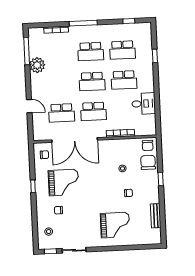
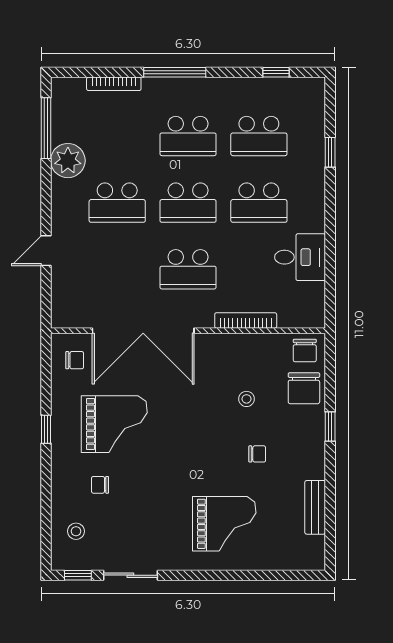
door: (29, 106) -> (46, 251), swing flipped
school desk: (62, 113) -> (117, 203), moved
chair: (148, 162) -> (304, 388), turned 180

